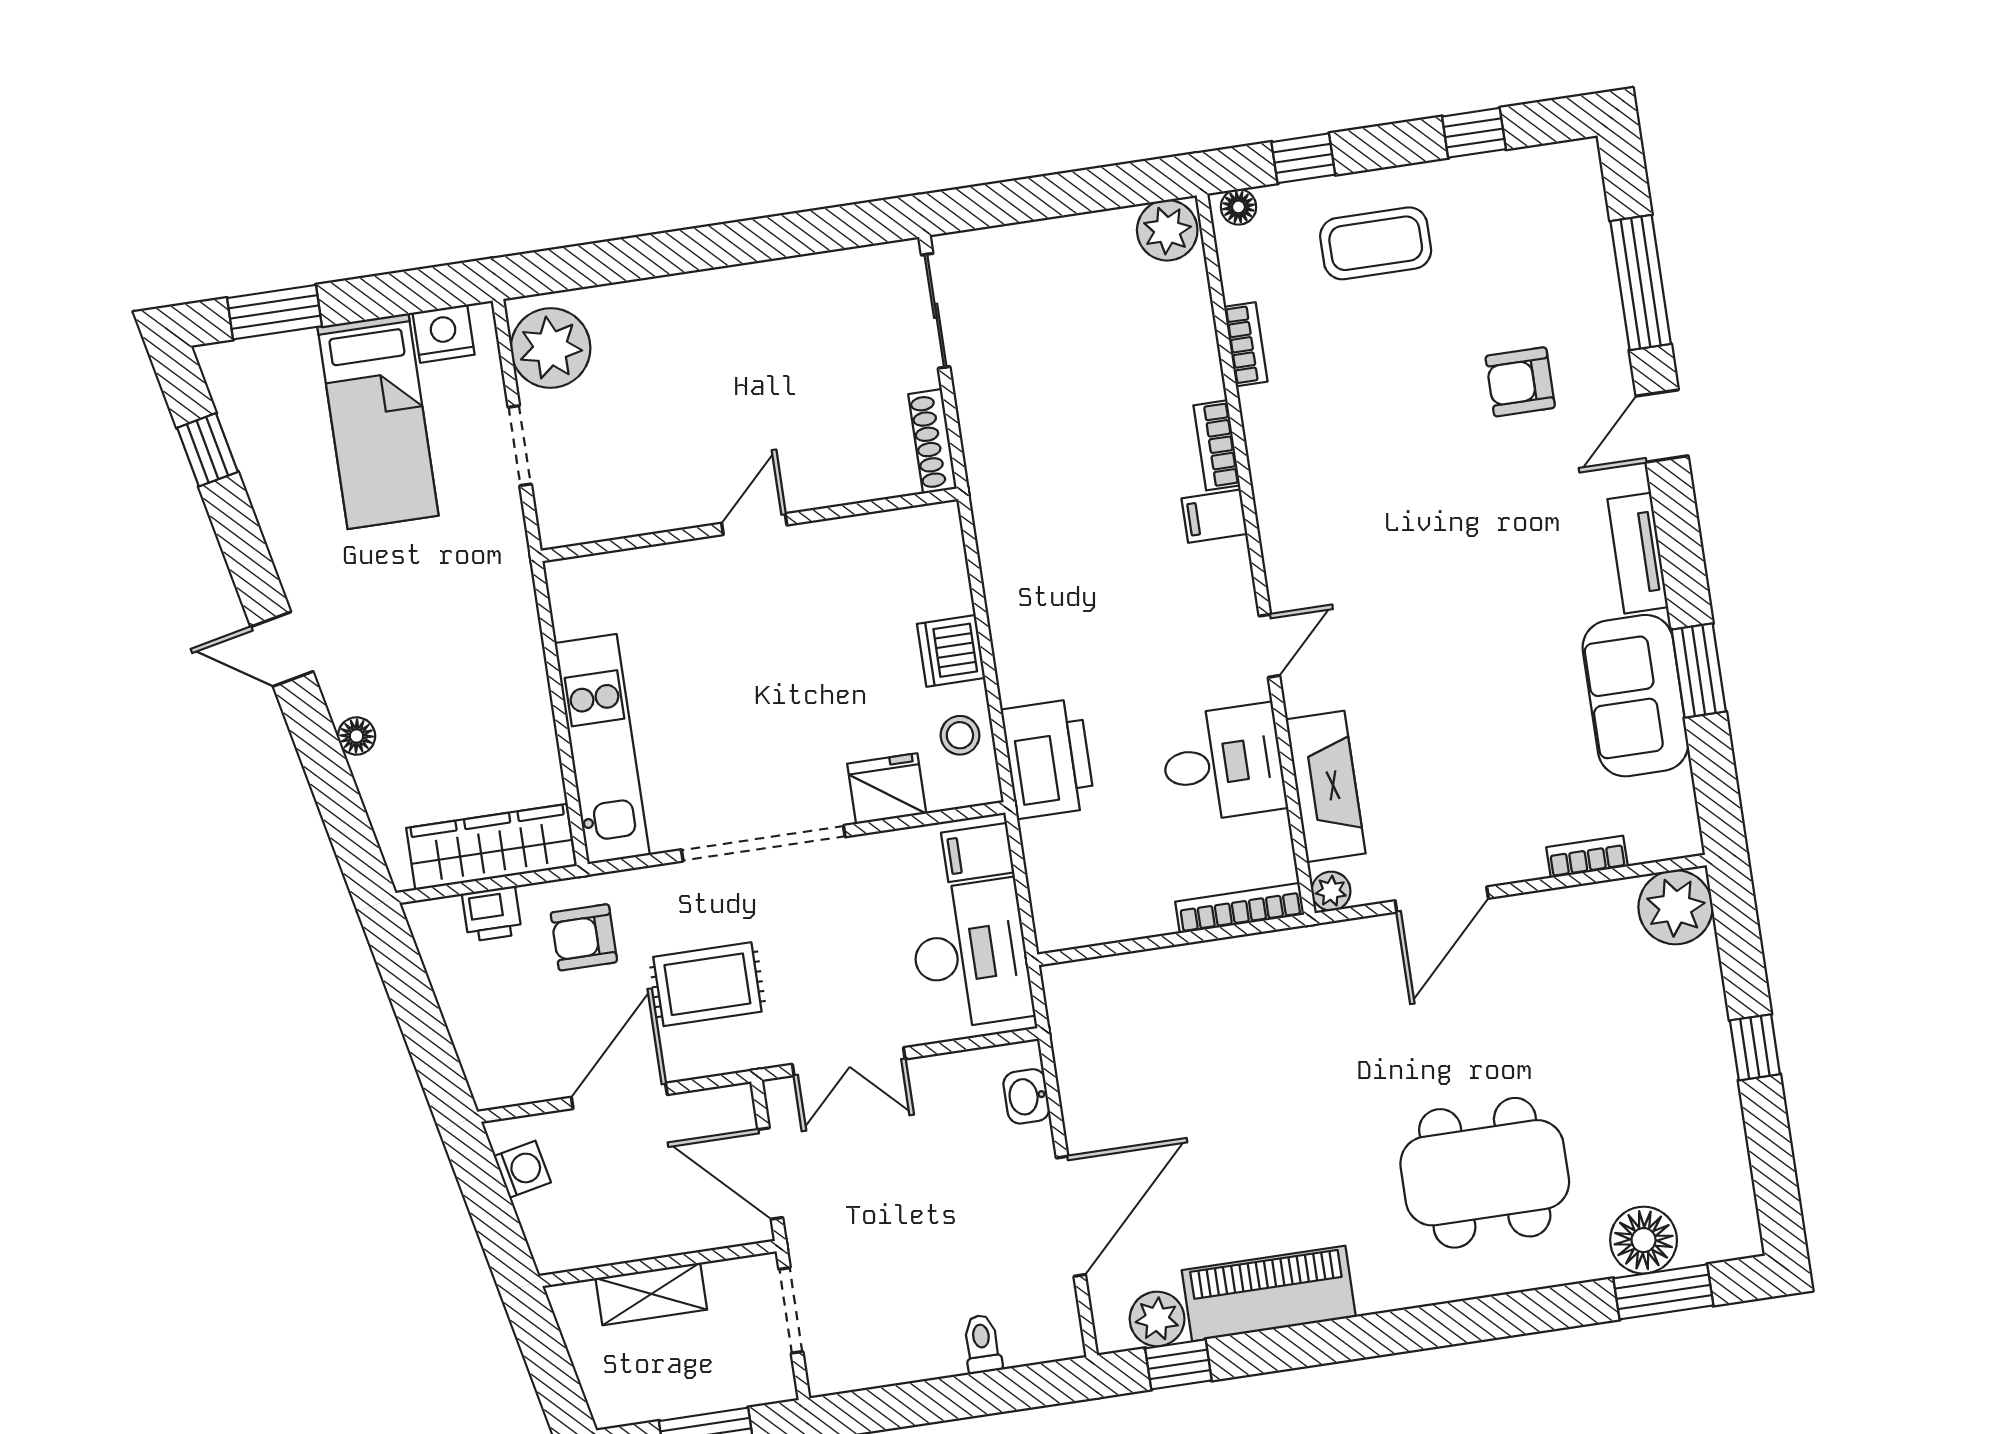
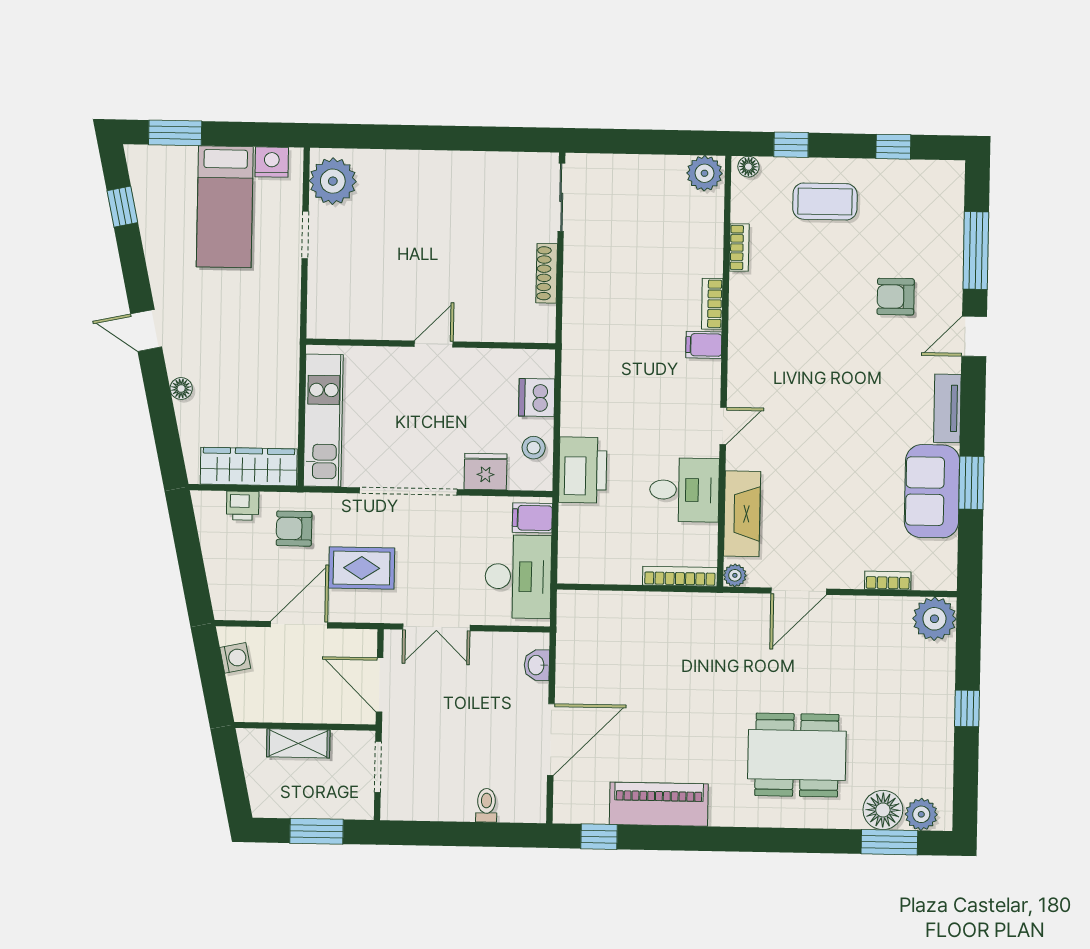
door: (754, 524) -> (434, 344), moved
wall: (750, 525) -> (431, 344), moved
plant: (1157, 1319) -> (921, 814), moved

